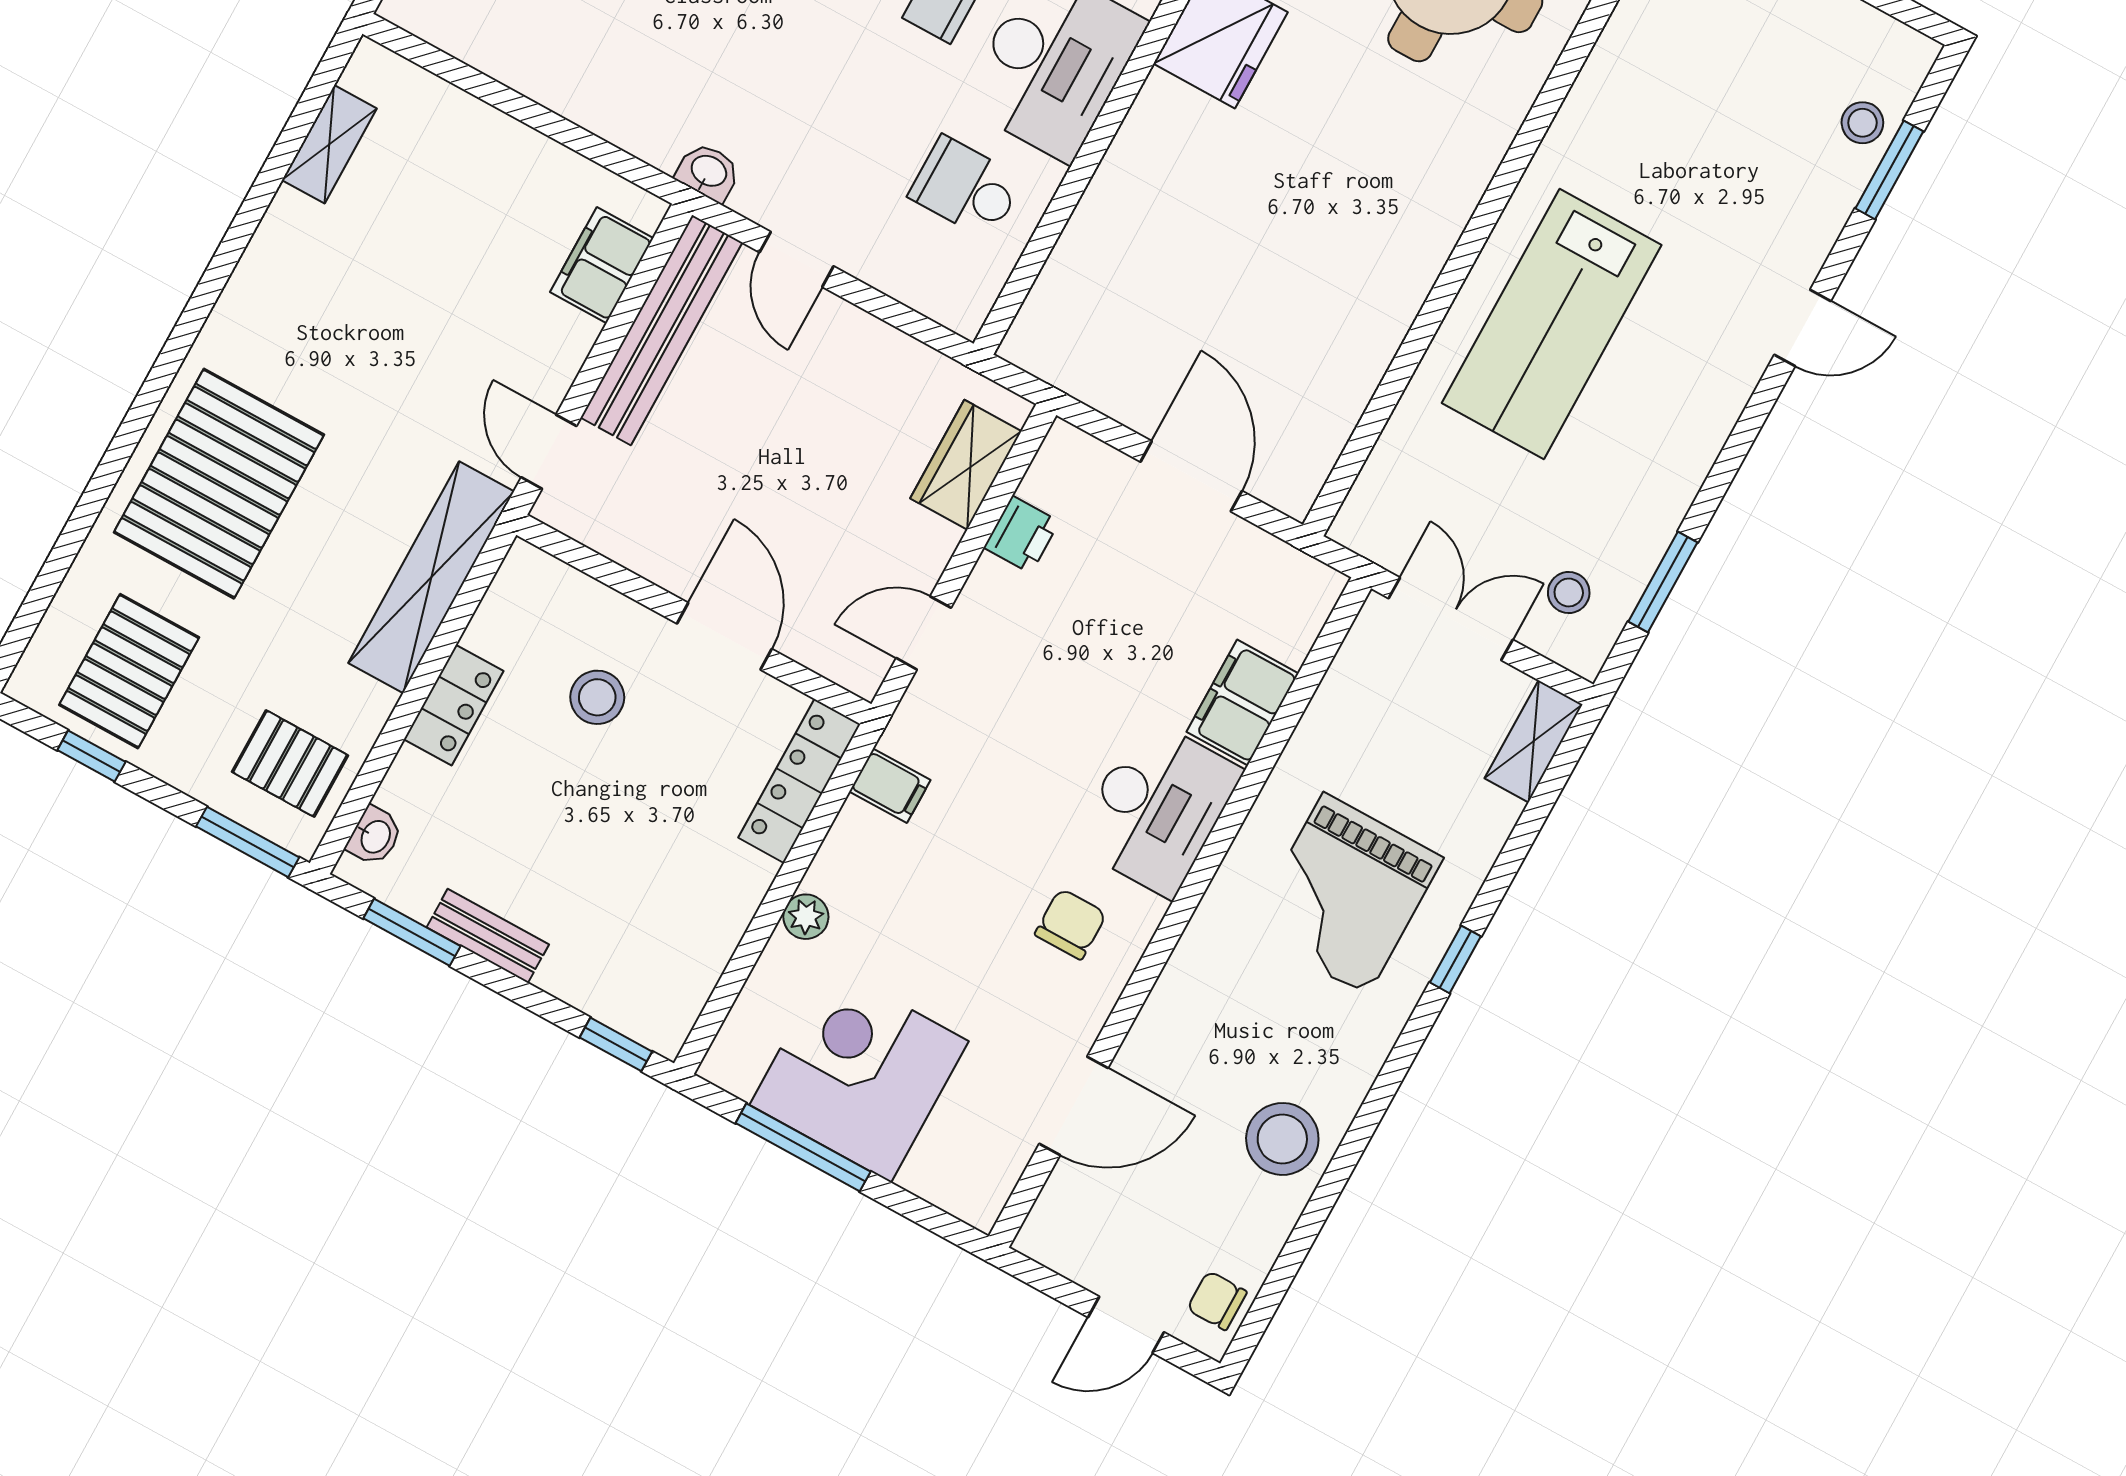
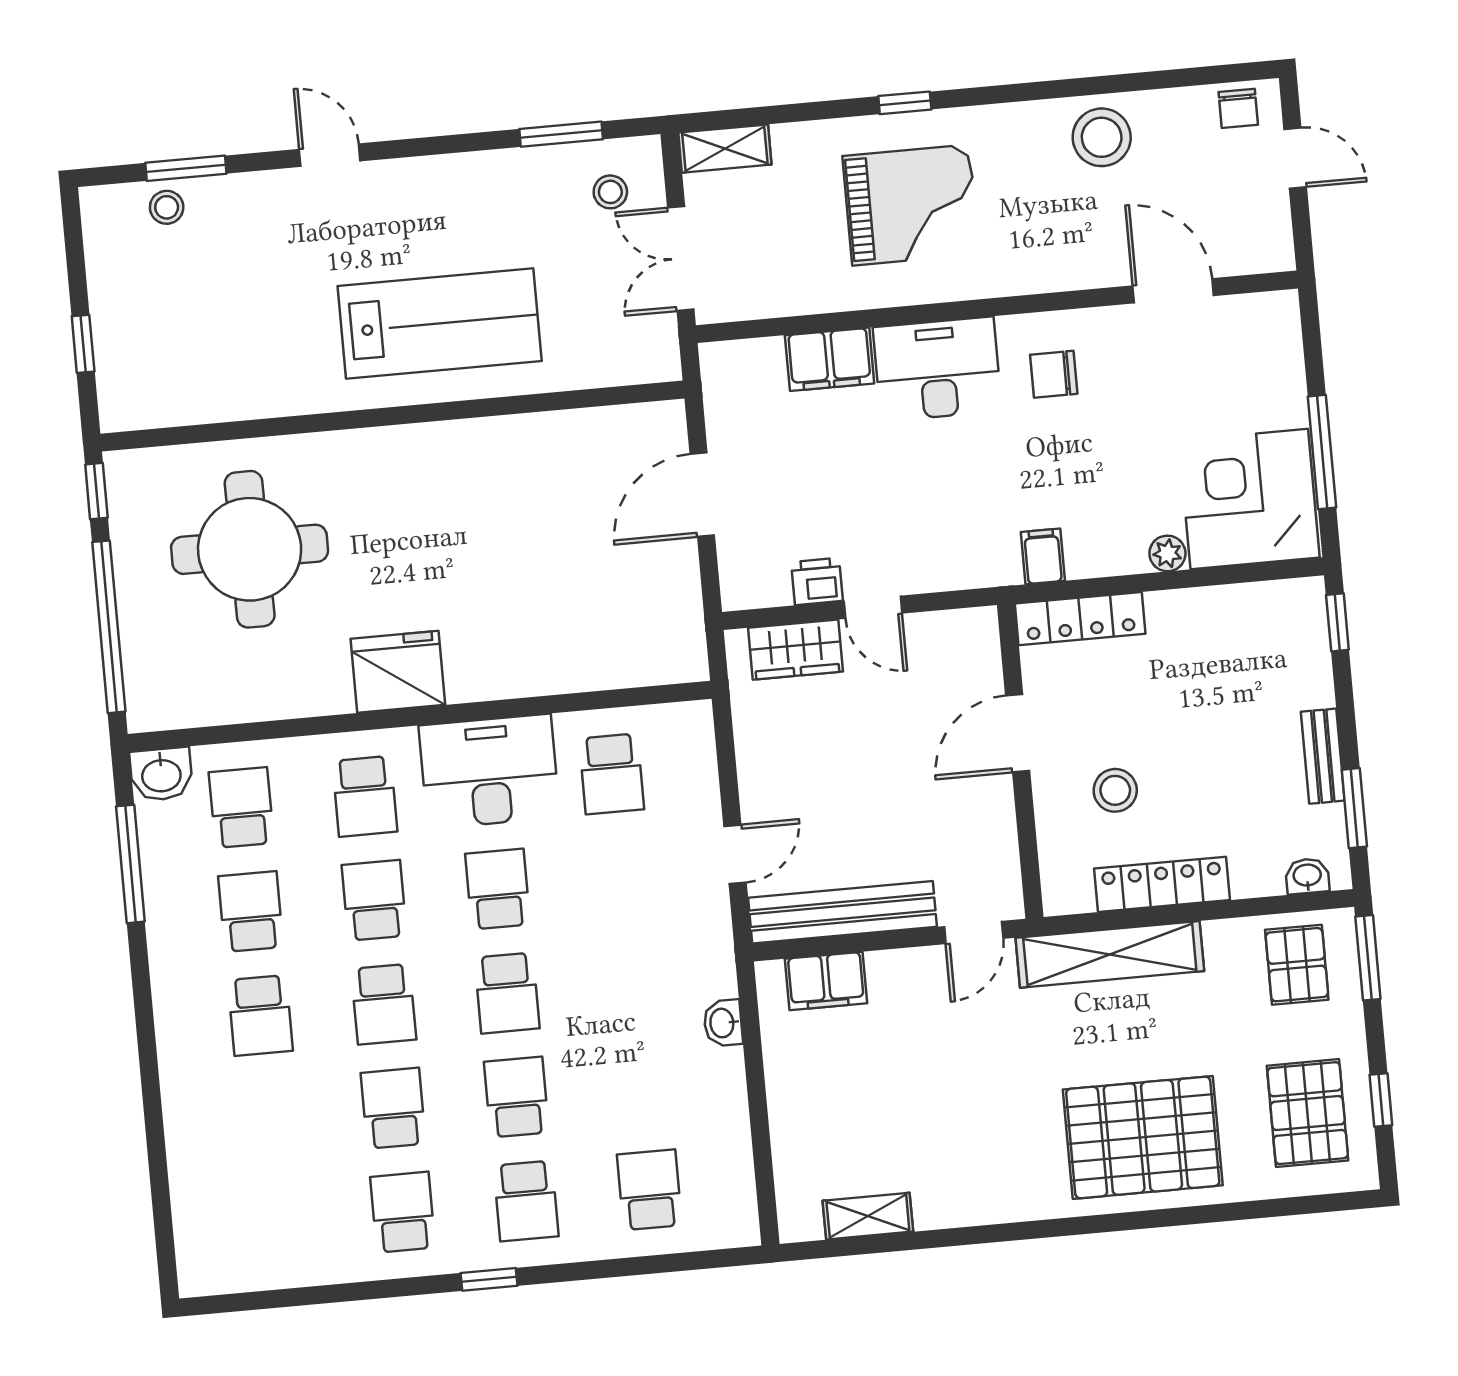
washbasin: (708, 172) -> (723, 1023), moved
door: (924, 633) -> (873, 607), moved
pallet: (129, 671) -> (1308, 1113), turned 90
locker: (454, 705) -> (1162, 884), width x1.53
corner desk: (859, 1073) -> (1249, 499), moved, turned 90

